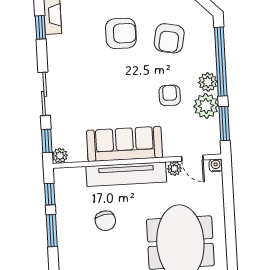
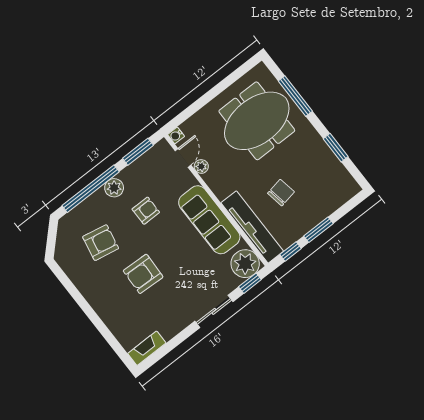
window: (40, 27) -> (163, 351), removed
armchair: (121, 33) -> (143, 274), moved, turned -88
armchair: (170, 95) -> (146, 211), turned 180
plant: (206, 106) -> (134, 176), removed
plant: (60, 156) -> (245, 264), width x1.88, depth x1.88
tv unit: (126, 174) -> (252, 227), moved

